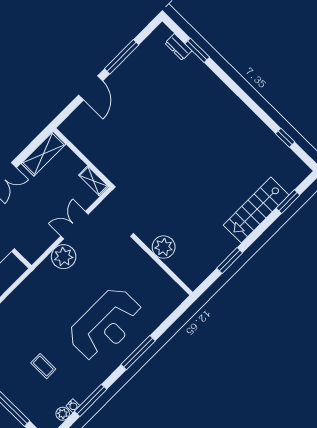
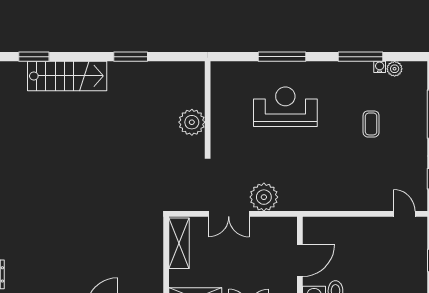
shelving: (93, 181) -> (179, 243), width x1.50, depth x1.33
plant: (164, 247) -> (192, 122), moved
wall: (163, 266) -> (208, 107), moved
reception desk: (106, 324) -> (285, 107), width x0.74, depth x0.77

